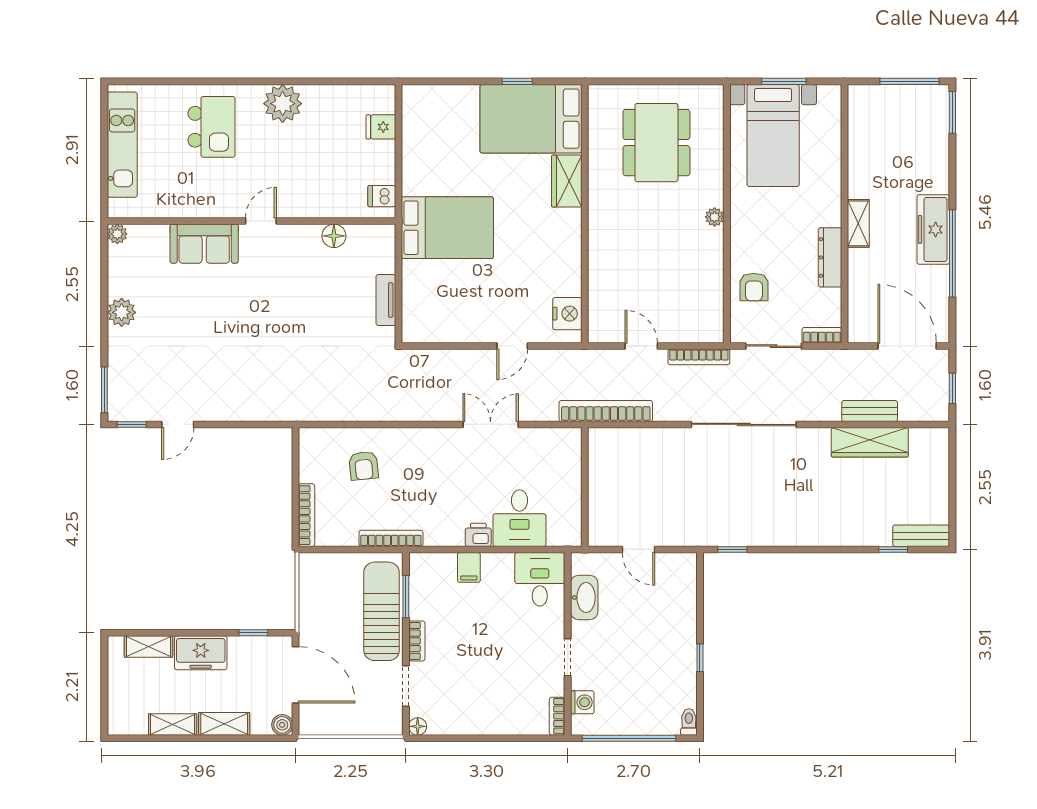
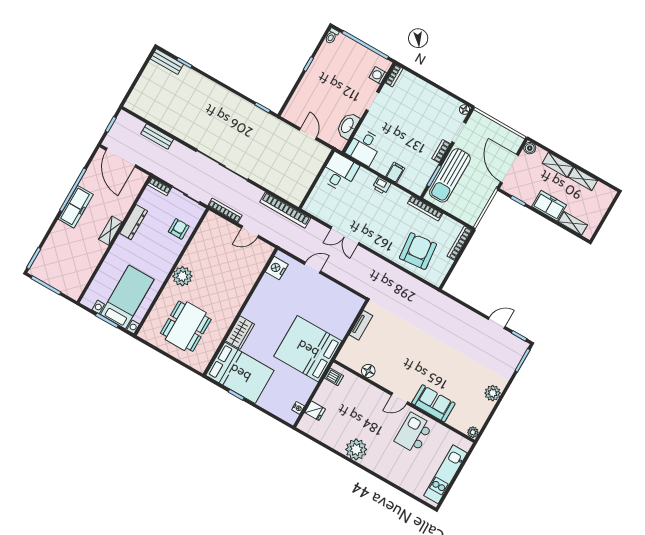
nightstand: (410, 116) -> (298, 408), added
kitchen island: (211, 127) -> (414, 433), moved
plant: (715, 217) -> (182, 276), width x1.87, depth x1.87
bed: (447, 228) -> (308, 349), width x1.36
door: (641, 346) -> (250, 232), hinge flipped
wardrobe: (870, 442) -> (166, 121), removed
armchair: (364, 466) -> (418, 251), width x1.88, depth x1.88
desk: (519, 518) -> (340, 172), moved

